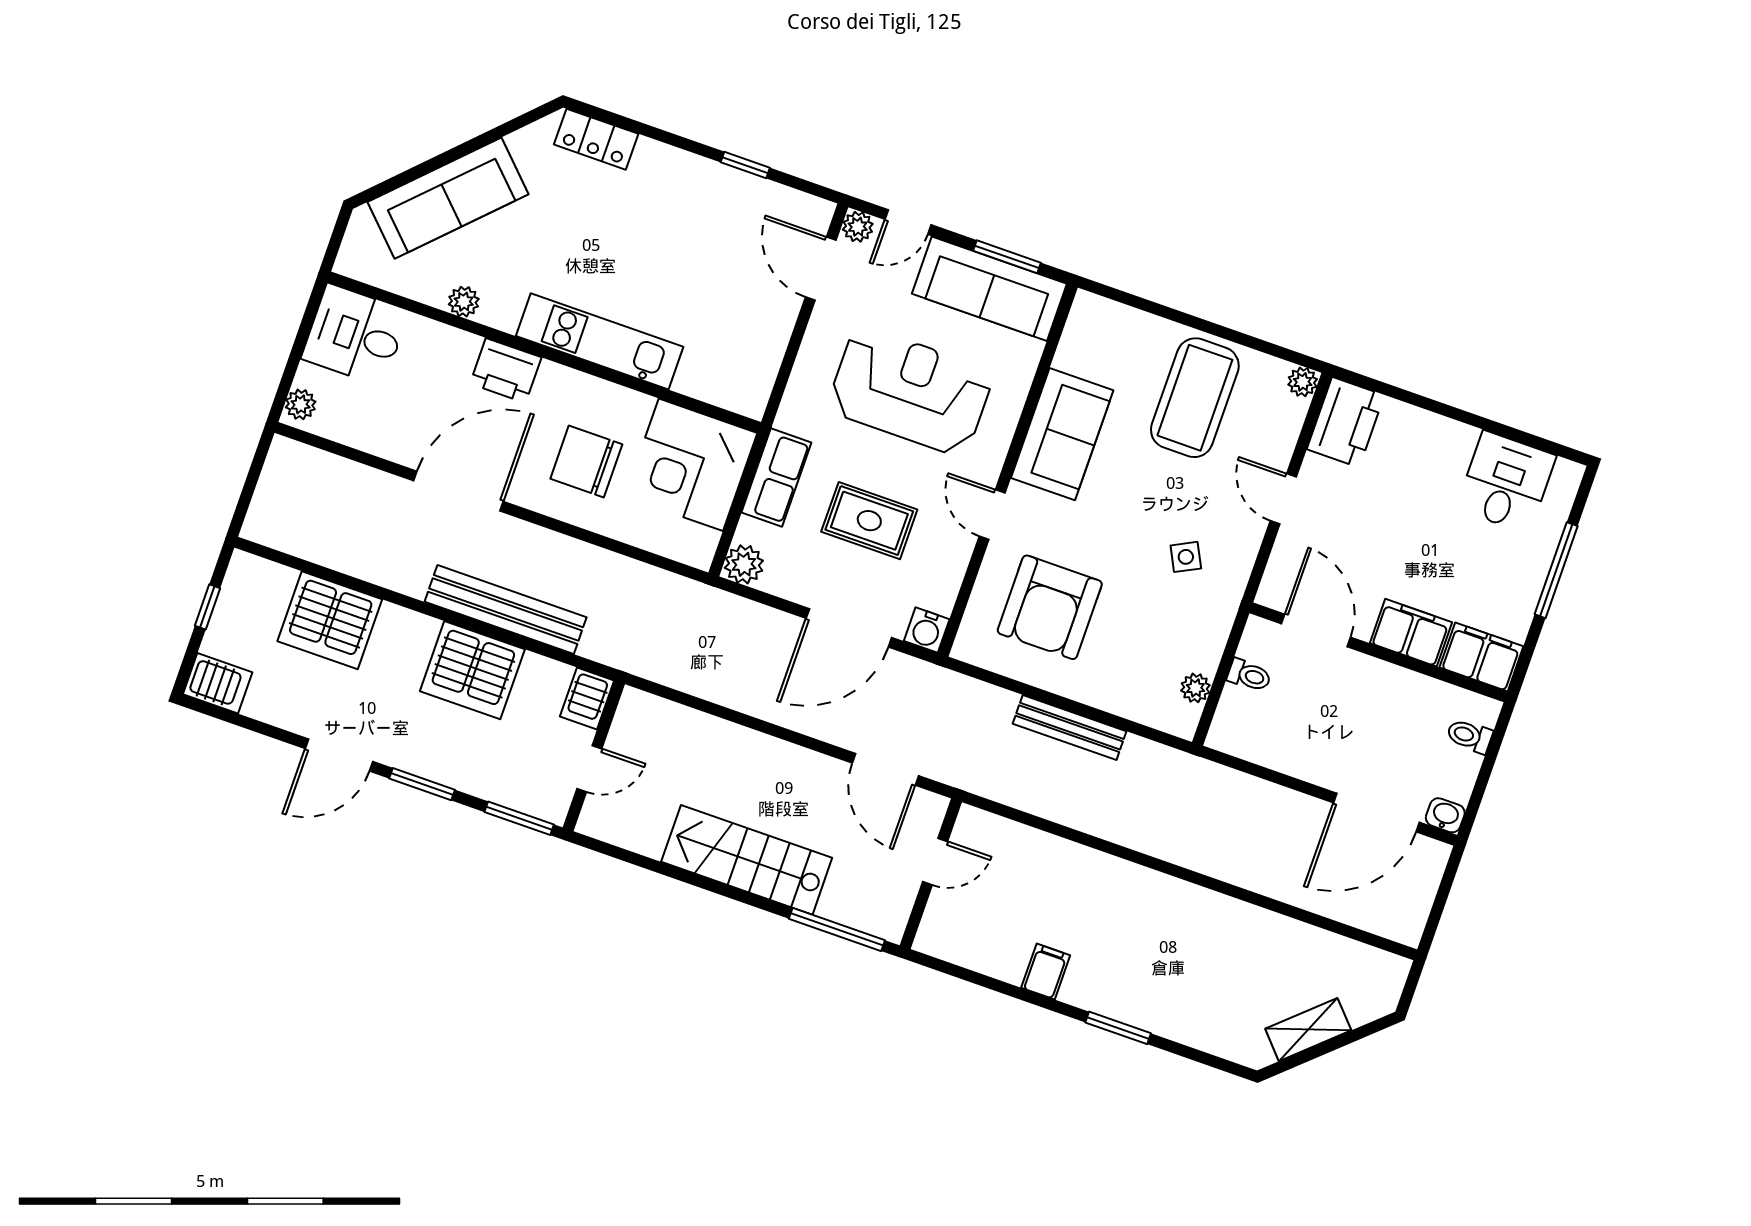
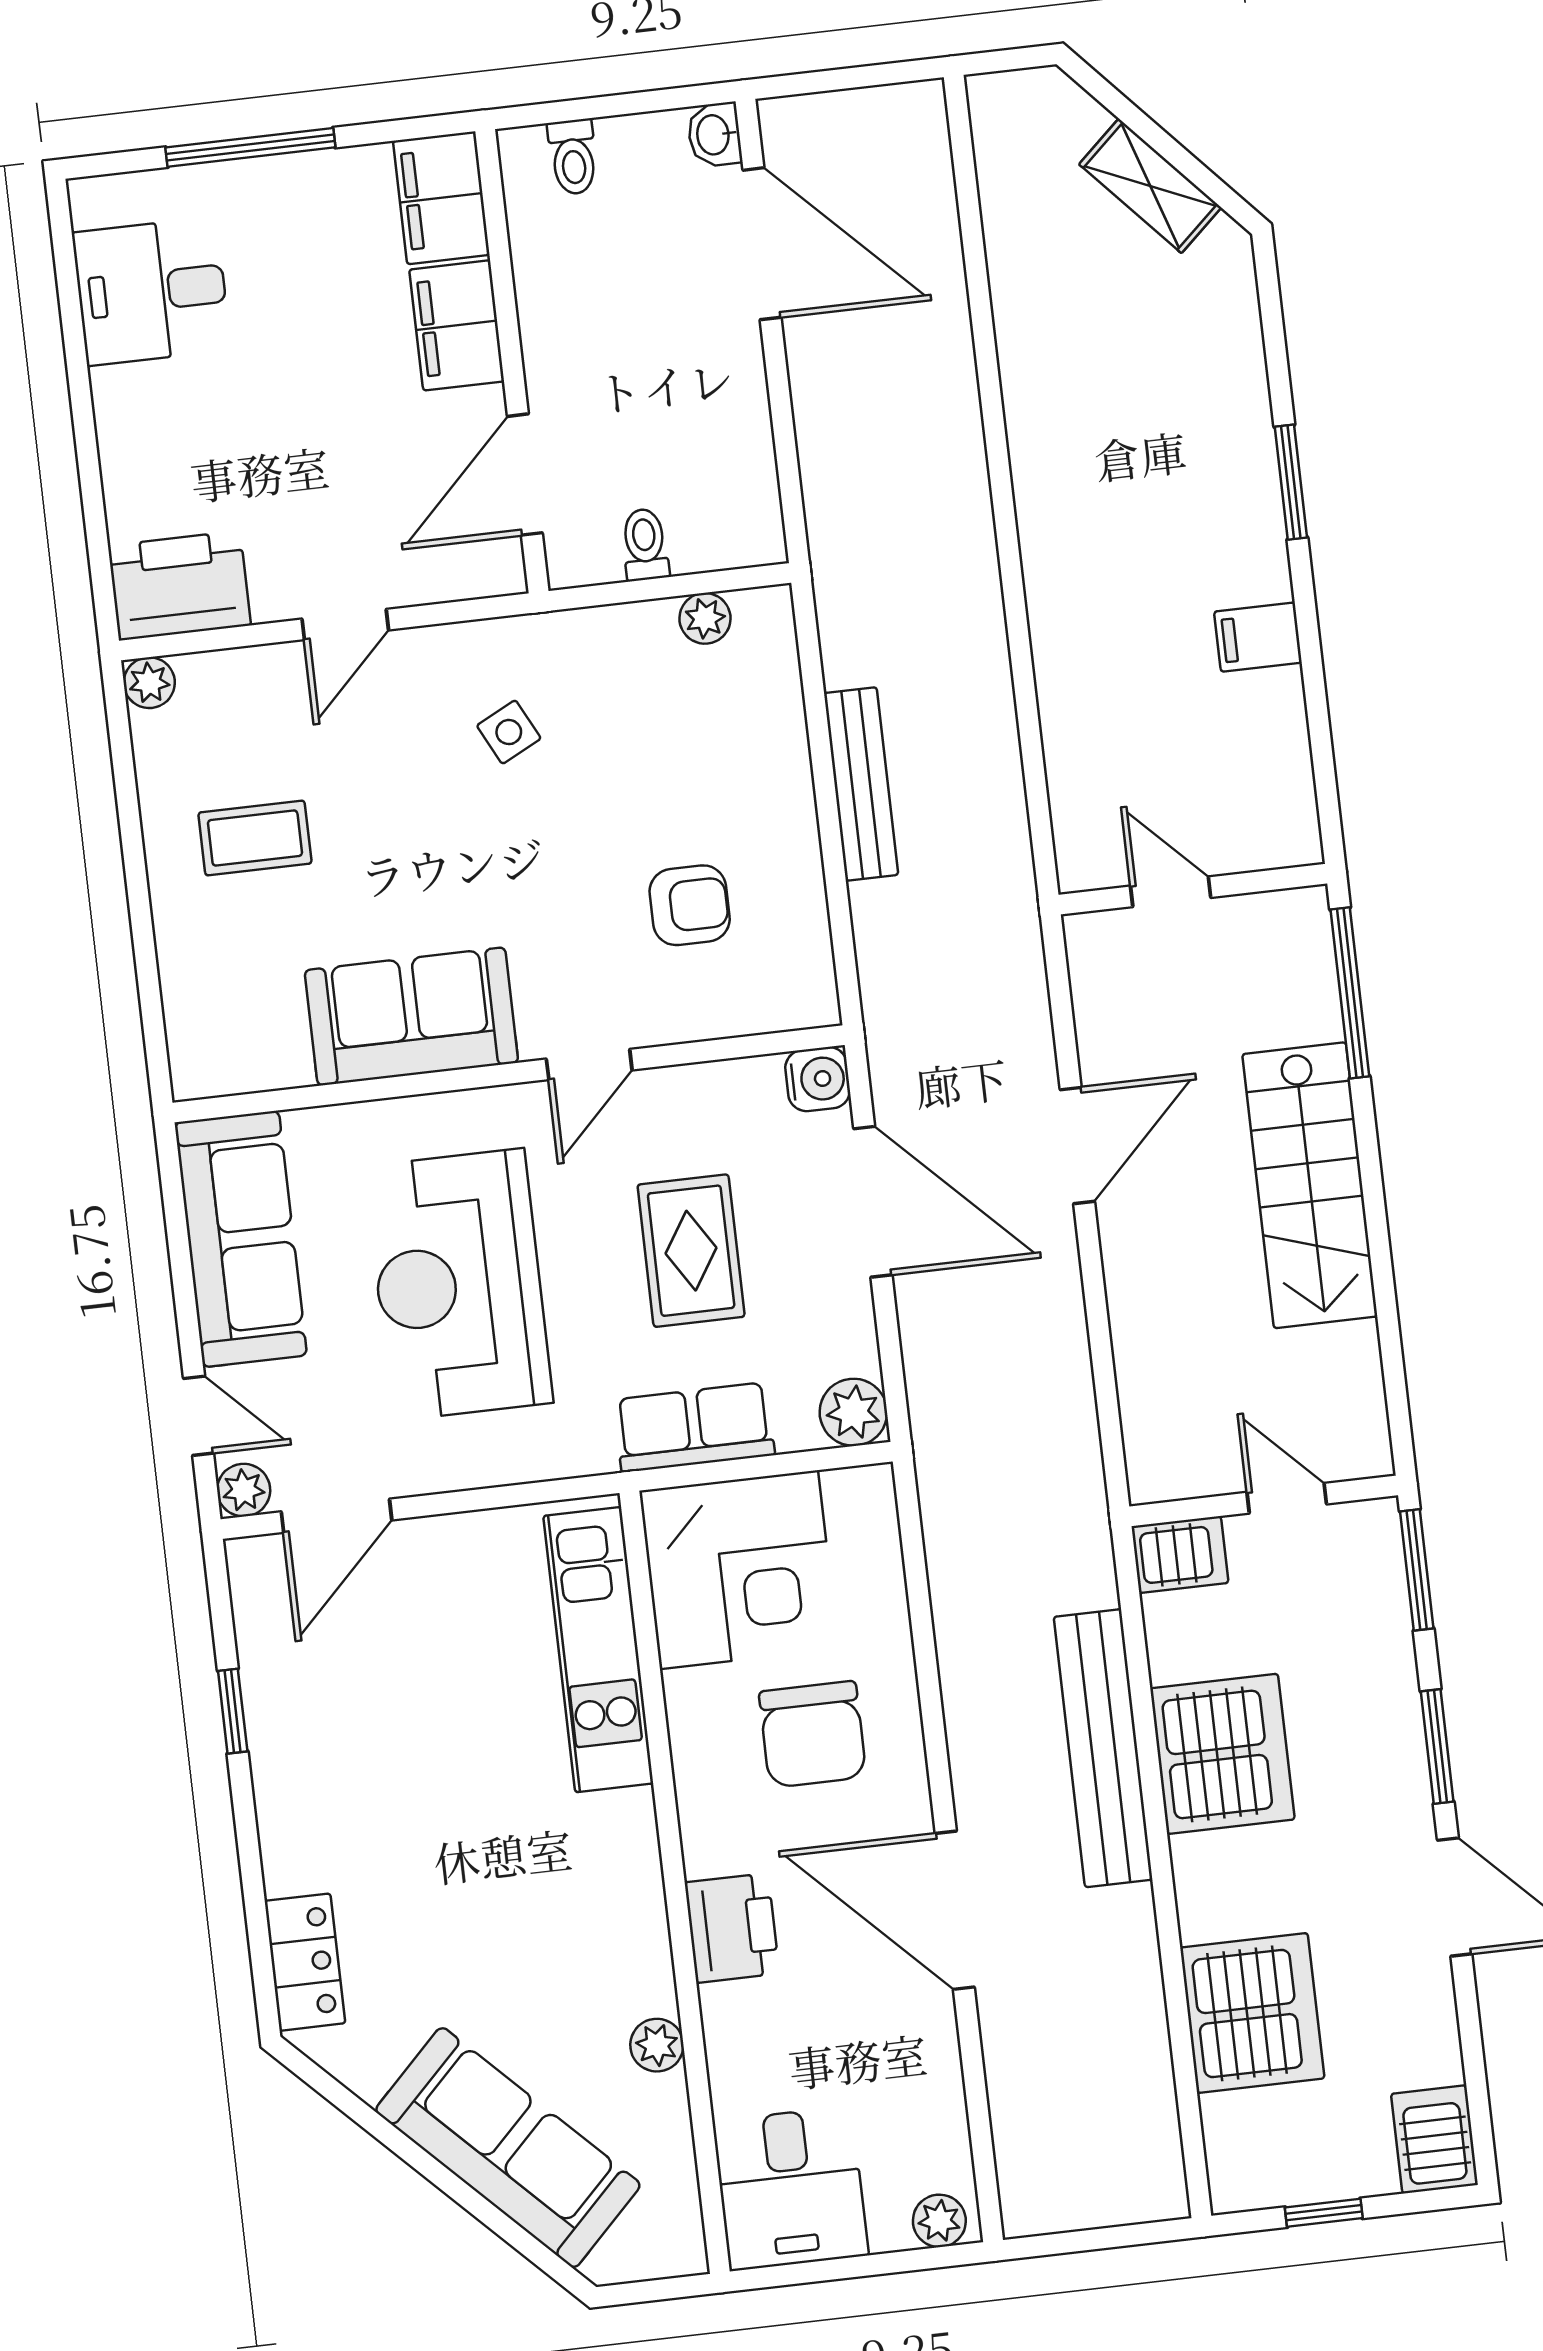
window: (1007, 257) -> (178, 1236), removed
kitchen unit: (600, 341) -> (598, 1650), moved
coffee table: (1195, 398) -> (255, 838), width x0.54, depth x0.58
armchair: (1050, 607) -> (690, 905), width x0.53, depth x0.53
door: (885, 769) -> (1077, 1145), moved

